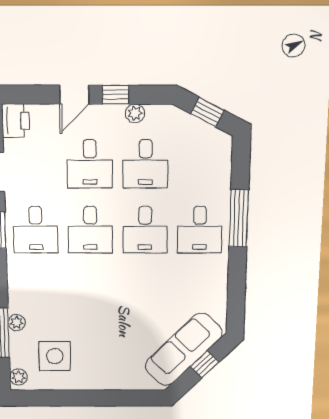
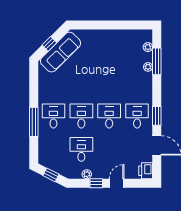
desk: (90, 164) -> (109, 149), removed
side table: (55, 356) -> (128, 48), removed
plant: (19, 377) -> (148, 47), moved

